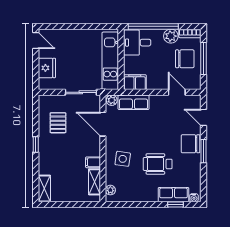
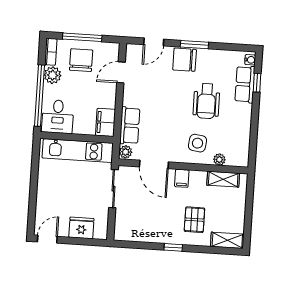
pallet: (58, 123) -> (194, 220), moved, turned 90
door: (103, 124) -> (154, 164), hinge flipped
chair: (191, 144) -> (185, 60), turned 90
filing cabinet: (93, 162) -> (182, 178), moved
plant: (110, 190) -> (219, 160), moved

